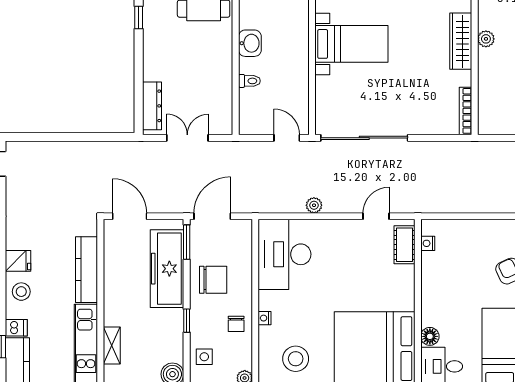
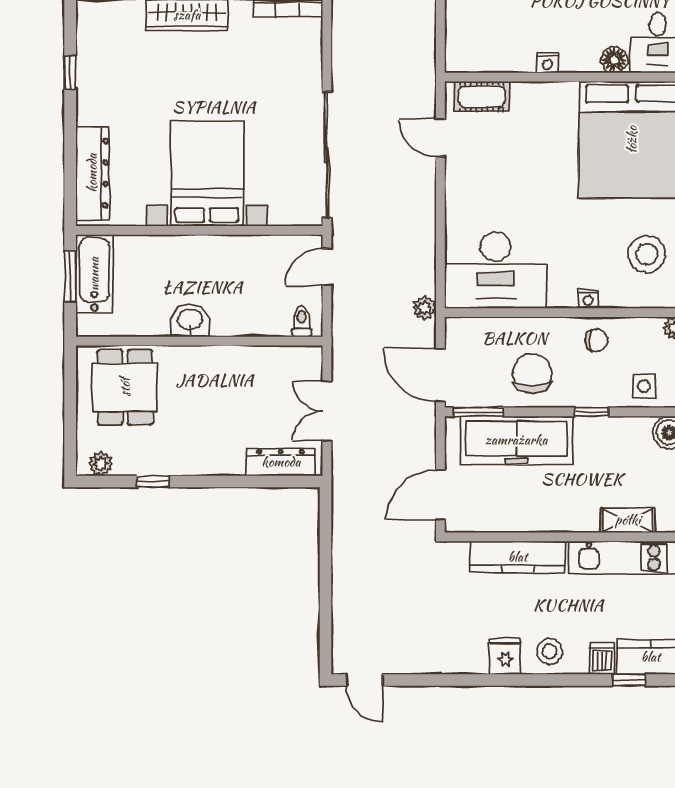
bed with nightstands: (351, 44) -> (207, 173), width x1.36
toilet: (249, 81) -> (302, 321), moved
plant: (314, 205) -> (425, 308), moved
nightstand: (428, 243) -> (548, 63), moved

